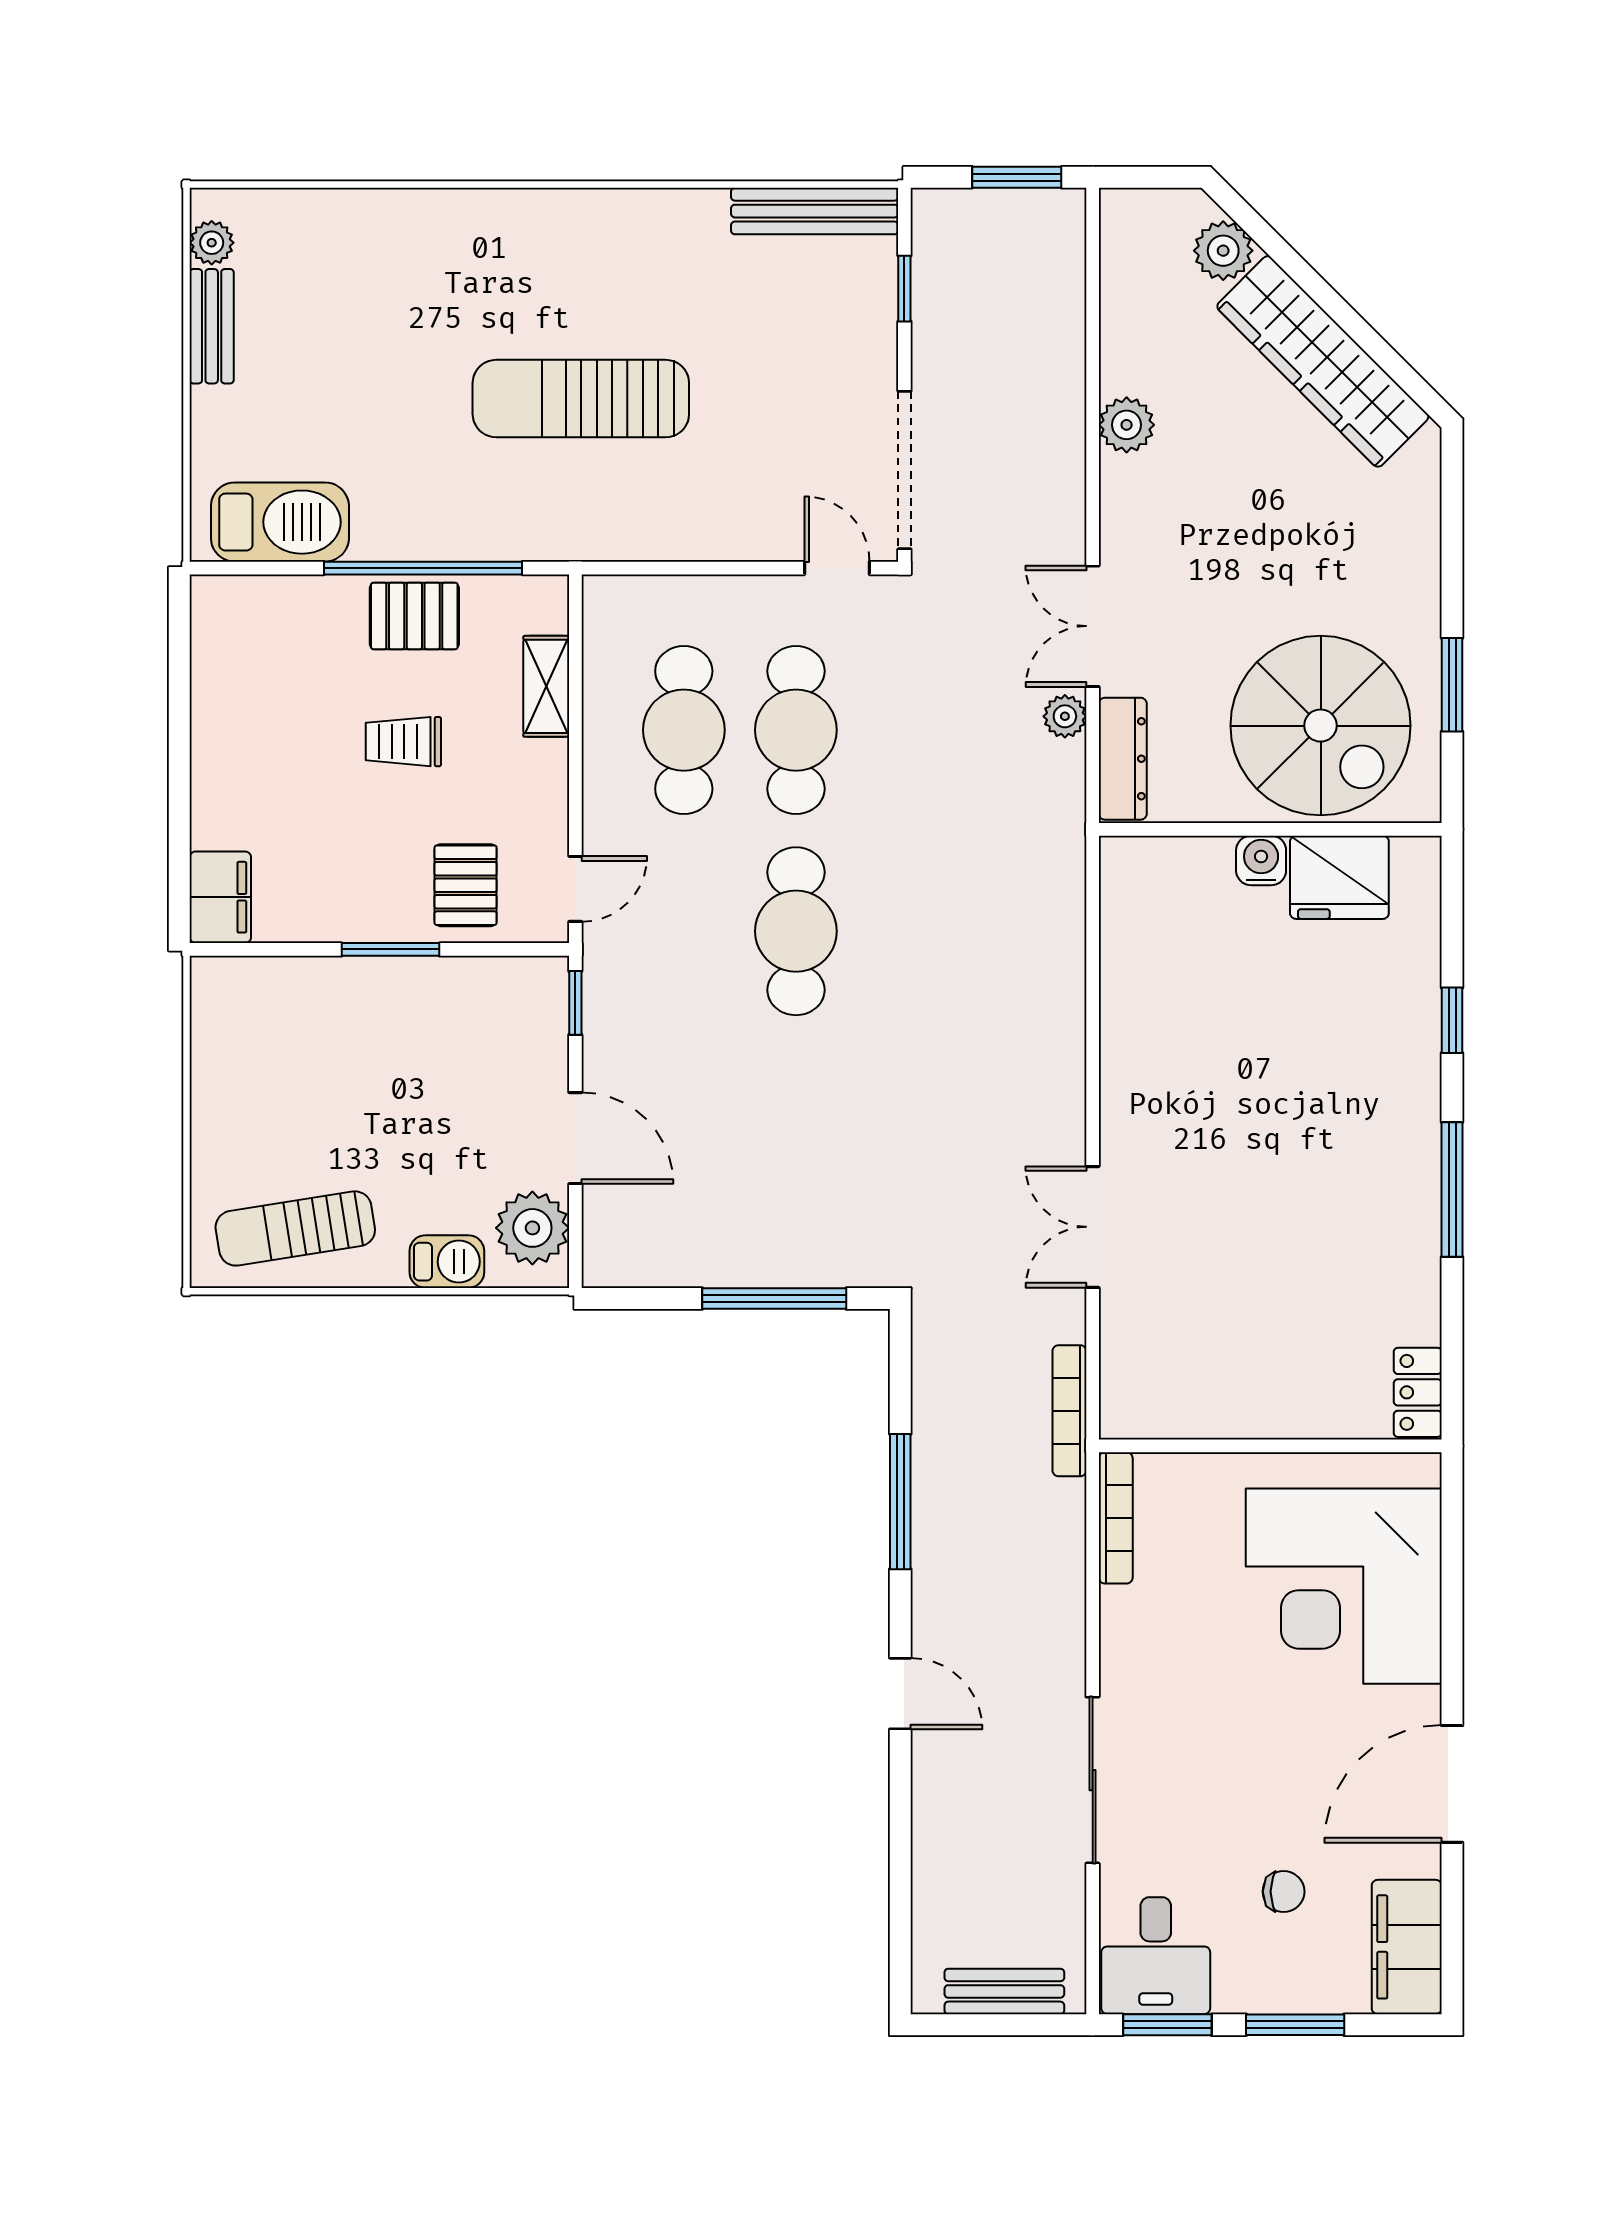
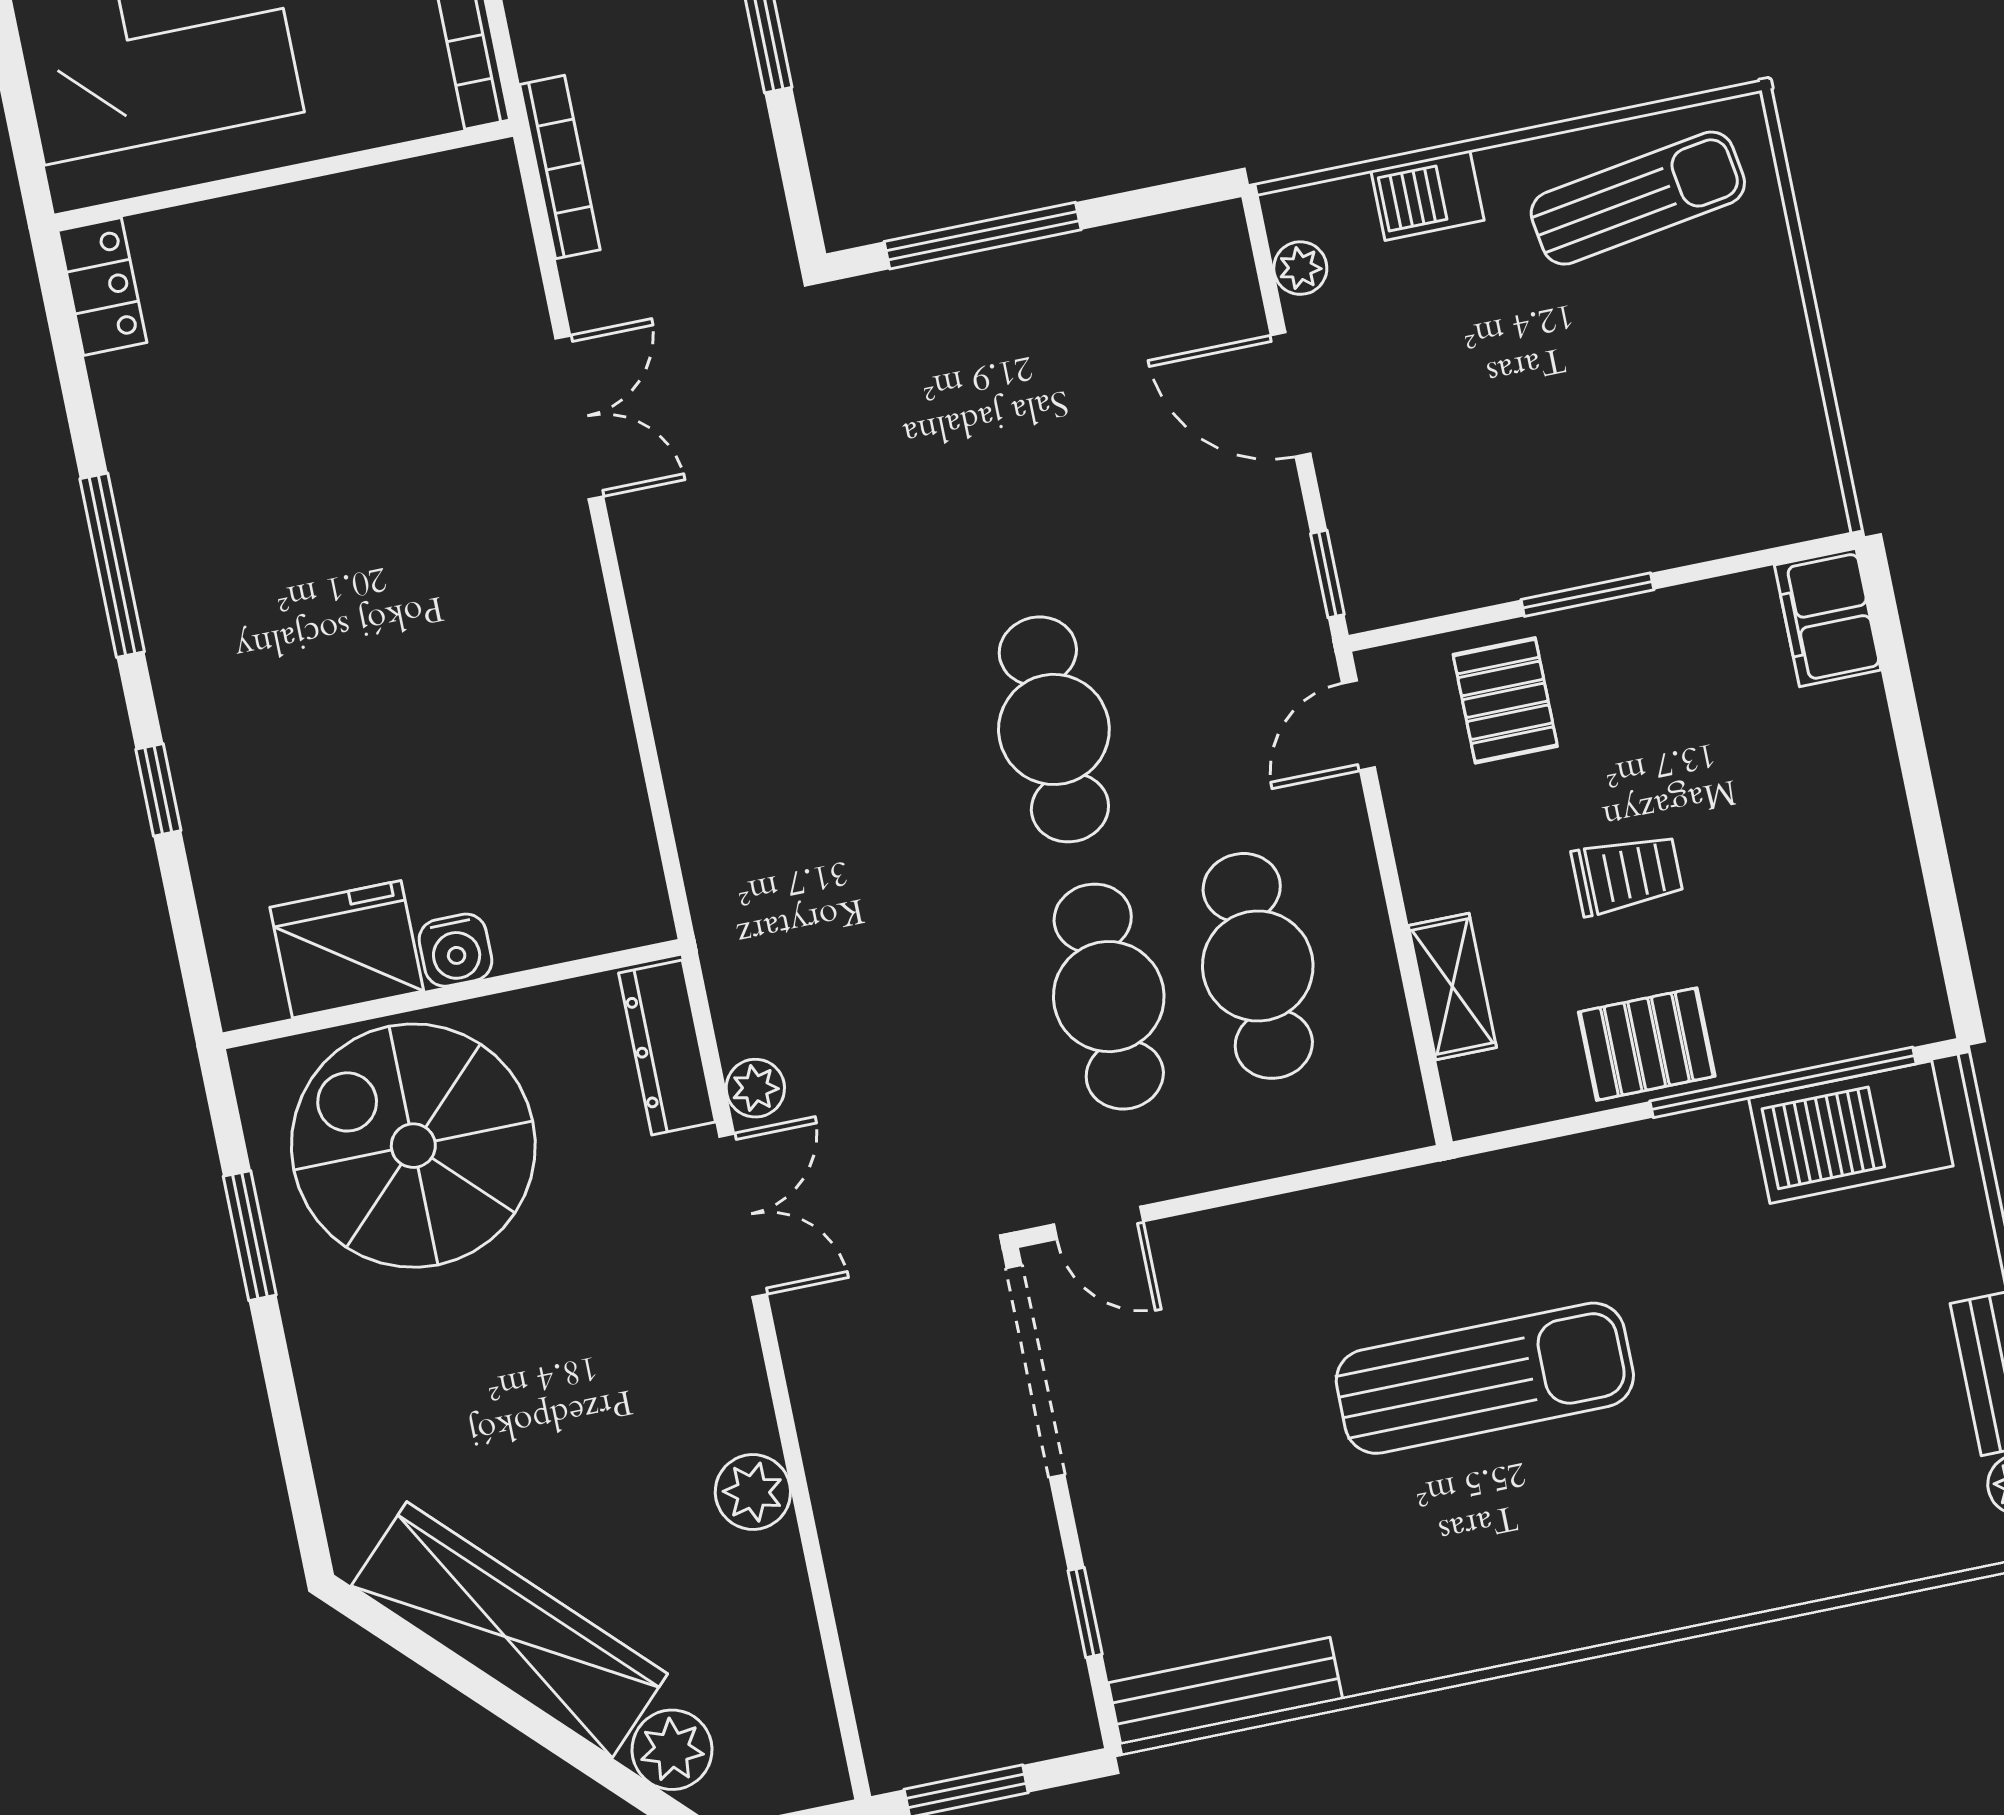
window: (423, 568) -> (1783, 1082), moved
plant: (532, 1228) -> (1300, 268), width x0.53, depth x0.53

